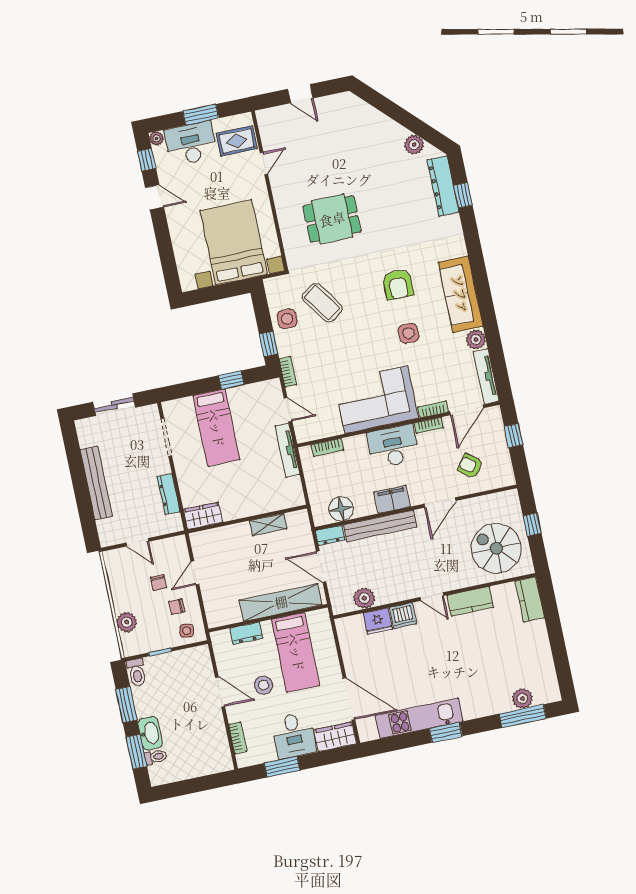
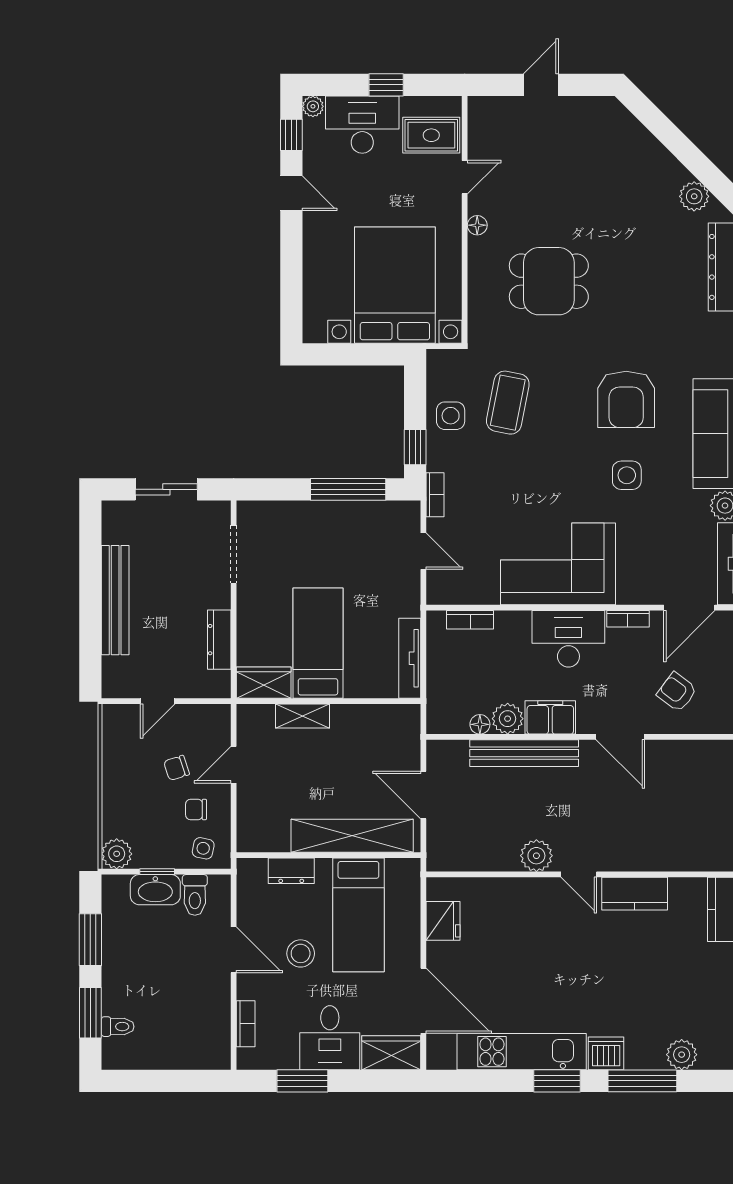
door: (300, 94) -> (541, 85), swing flipped
window: (201, 115) -> (386, 85), width x0.67
floor lamp: (278, 193) -> (477, 225), added
armchair: (398, 285) -> (626, 399), width x1.36, depth x1.36
coffee table: (322, 303) -> (508, 403), turned 46
window: (231, 380) -> (348, 489), width x2.17
bookcase: (433, 409) -> (640, 596), removed
bed: (216, 428) -> (318, 643), moved, turned 180
tv unit: (287, 450) -> (410, 658), moved
door: (440, 502) -> (620, 737), hinge flipped
plant: (365, 506) -> (508, 719), added
floor lamp: (341, 509) -> (480, 724), width x0.53, depth x0.53
shelving: (268, 525) -> (302, 716), moved
dresser: (330, 535) -> (447, 751), removed
door: (137, 542) -> (158, 701), hinge flipped
spiral stairs: (496, 548) -> (690, 823), removed
chair: (159, 583) -> (177, 768), turned 72
plant: (364, 598) -> (536, 856), moved
dishwasher: (403, 616) -> (606, 1053), moved, turned 180
fridge: (378, 621) -> (443, 921), moved, turned -90
plant: (127, 622) -> (117, 854), moved
toilet: (137, 673) -> (195, 895), moved
window: (523, 716) -> (642, 1081), moved
washbasin: (150, 733) -> (155, 890), moved, turned 90

